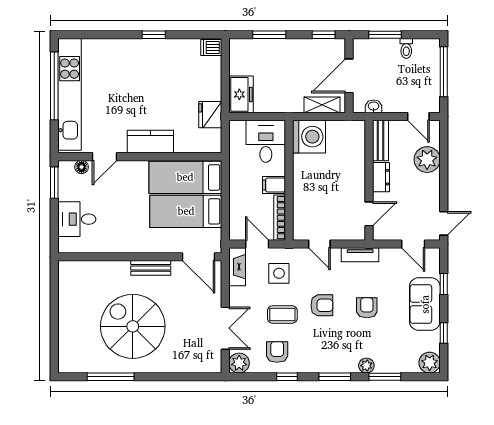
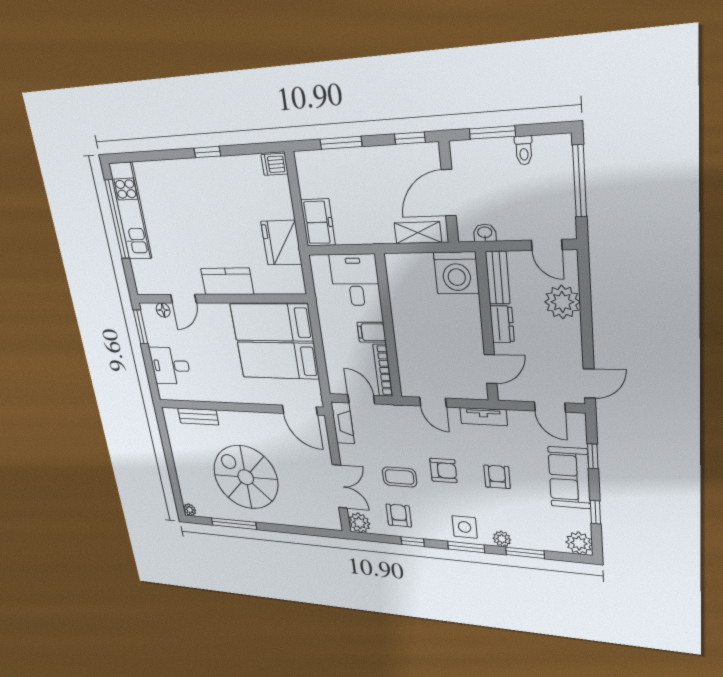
kitchen unit: (70, 94) -> (130, 211), width x0.73
fridge: (210, 115) -> (281, 243), width x1.36, depth x1.34
washing machine: (309, 137) -> (456, 273), moved, turned 90
bench: (151, 268) -> (198, 417), moved
side table: (279, 273) -> (465, 527), moved
plant: (65, 366) -> (190, 510), added

